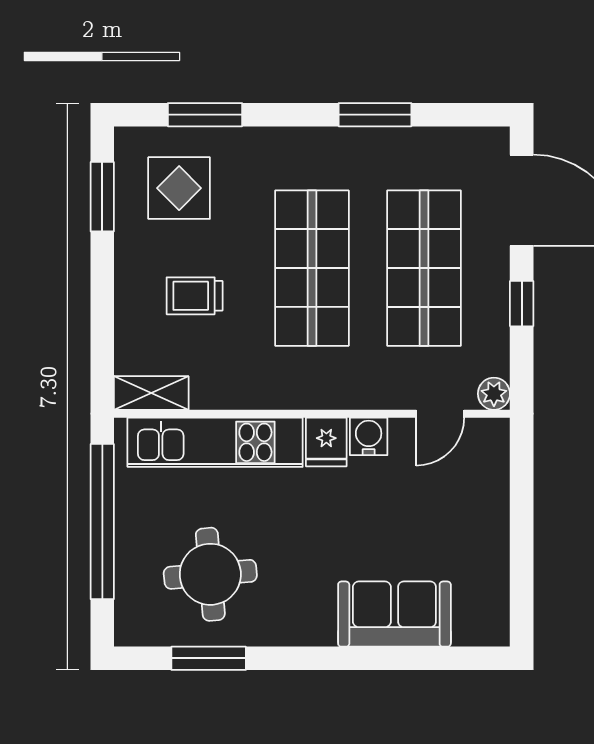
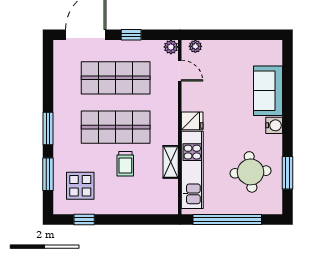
window: (375, 115) -> (48, 128), moved
window: (102, 197) -> (84, 220), width x0.67
trolley: (195, 296) -> (125, 164), moved
shelving: (151, 393) -> (171, 162), moved
water cooler: (369, 436) -> (274, 125), moved, turned 180
plant: (495, 449) -> (195, 46), added

